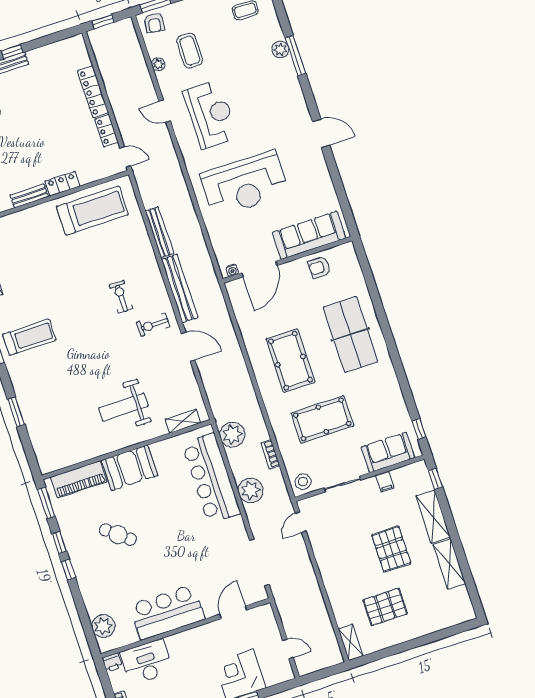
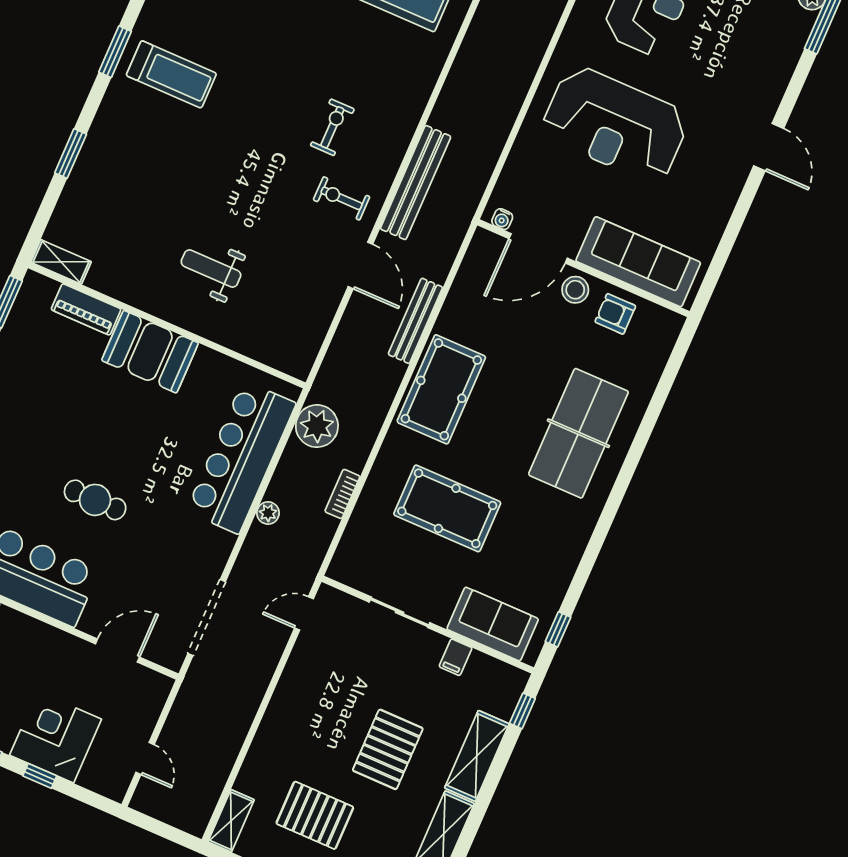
bench: (160, 232) -> (415, 321), moved
pool table: (290, 361) -> (441, 389), moved
weight bench: (123, 407) -> (211, 269), width x0.73, depth x0.75
shelving: (183, 421) -> (61, 262), moved
piano: (79, 479) -> (86, 309), width x0.73, depth x0.75
stool: (303, 482) -> (575, 290), moved
plant: (251, 490) -> (268, 513), width x0.53, depth x0.53
cafe table: (118, 535) -> (95, 500), moved, turned -39

